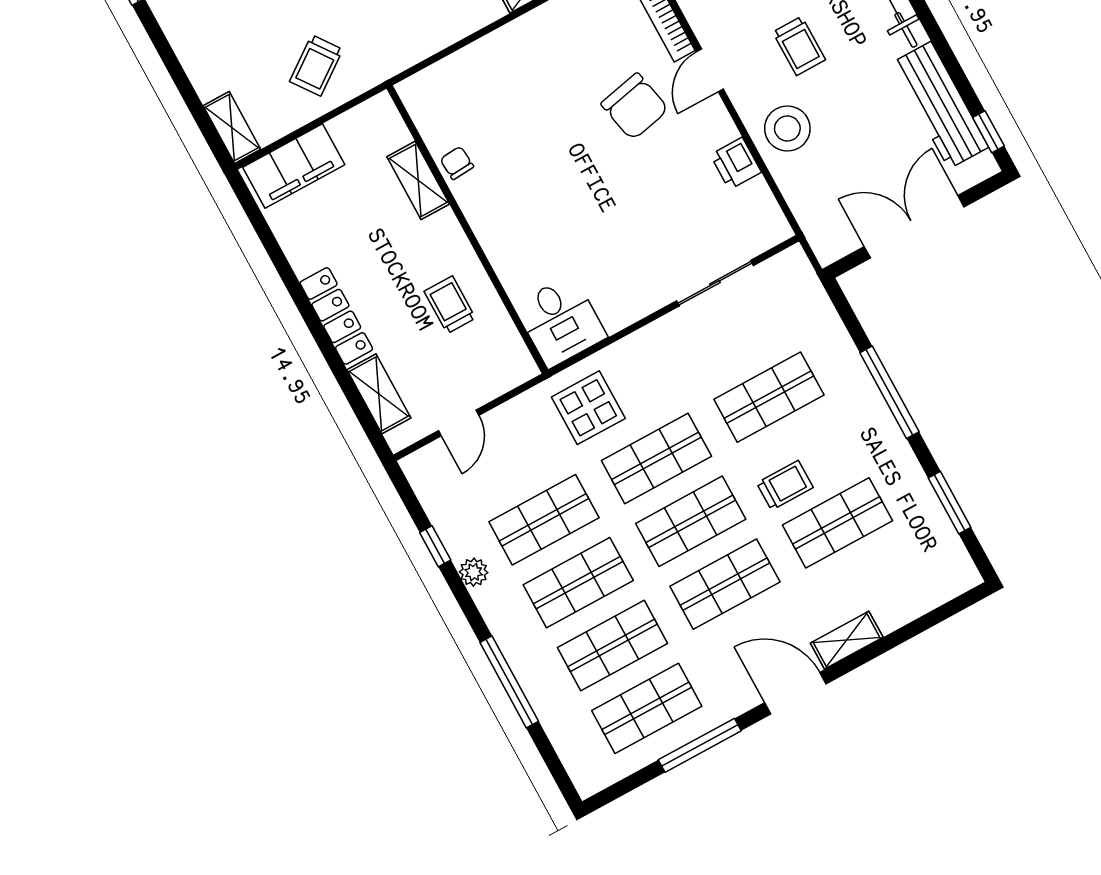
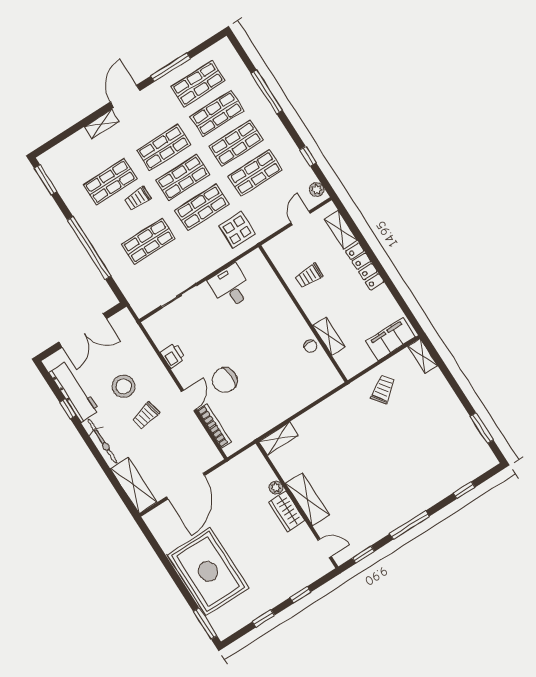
trolley: (799, 46) -> (146, 416), turned -104
chair: (635, 106) -> (225, 380), turned -81
stool: (787, 128) -> (123, 386), moved
window: (988, 132) -> (68, 409), moved
trolley: (450, 305) -> (309, 276), turned 90
desk: (560, 321) -> (231, 287), moved
window: (889, 392) -> (89, 248), width x1.46
window: (950, 503) -> (46, 180), moved
plant: (474, 572) -> (317, 190), moved
door: (795, 693) -> (125, 96), swing flipped

